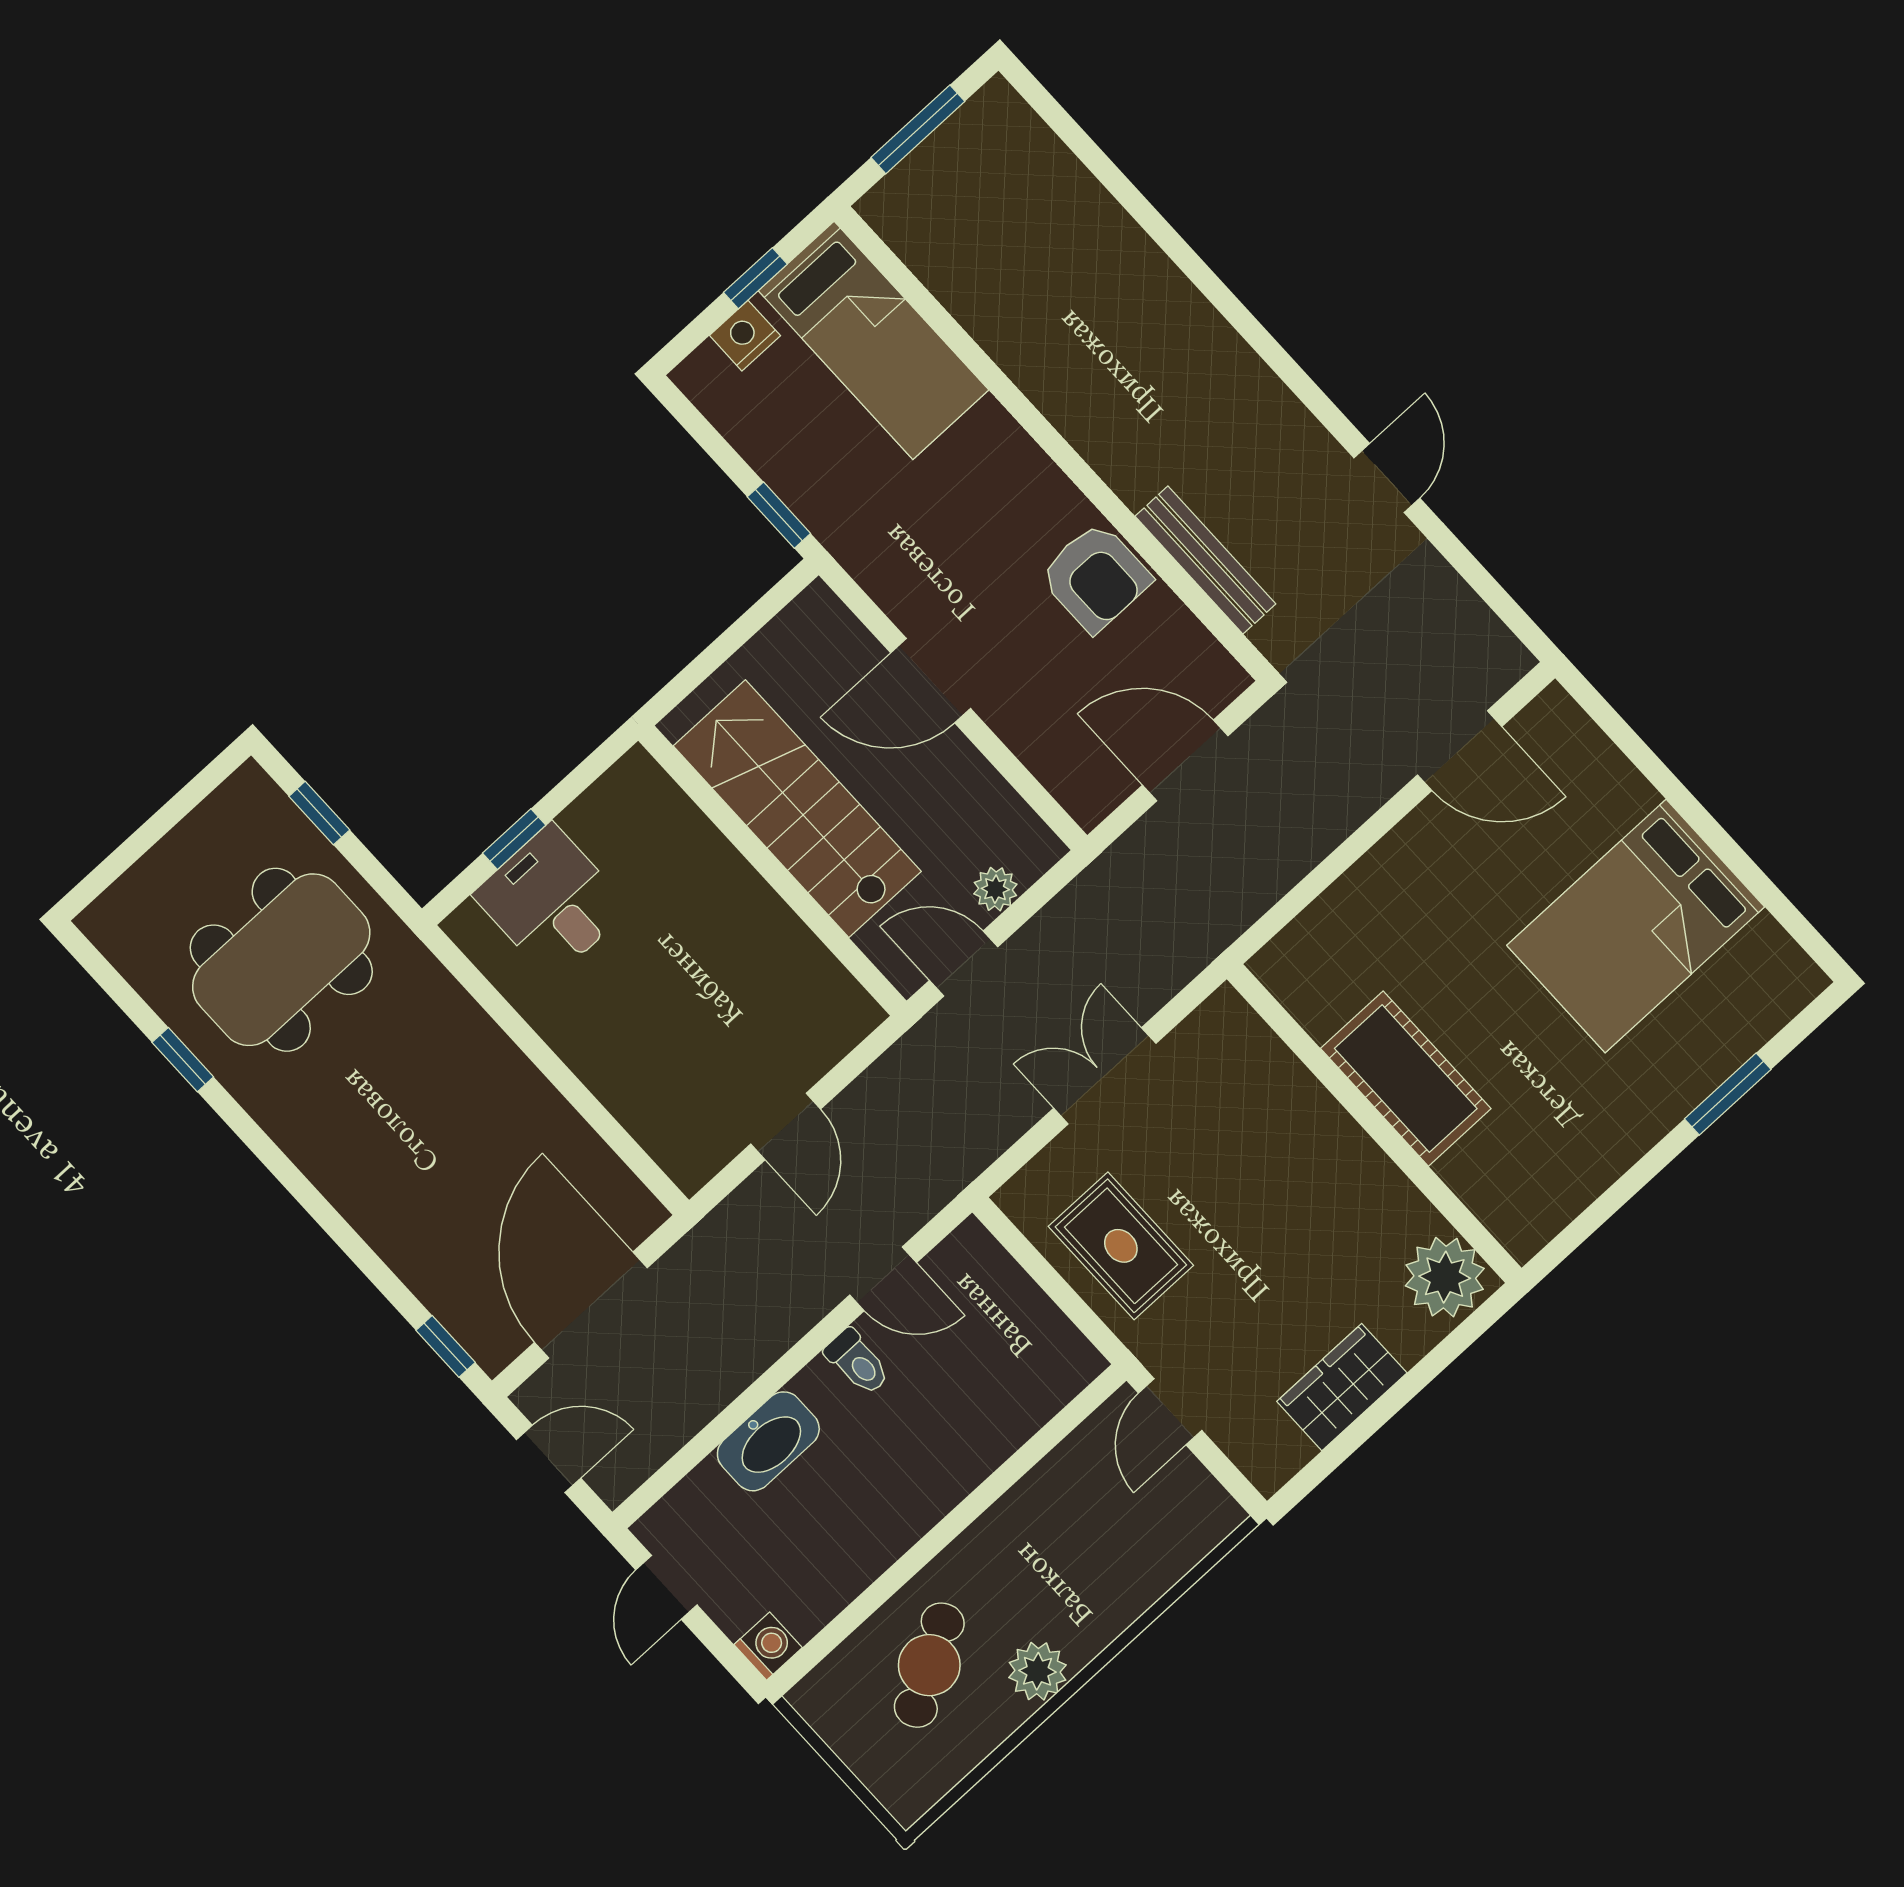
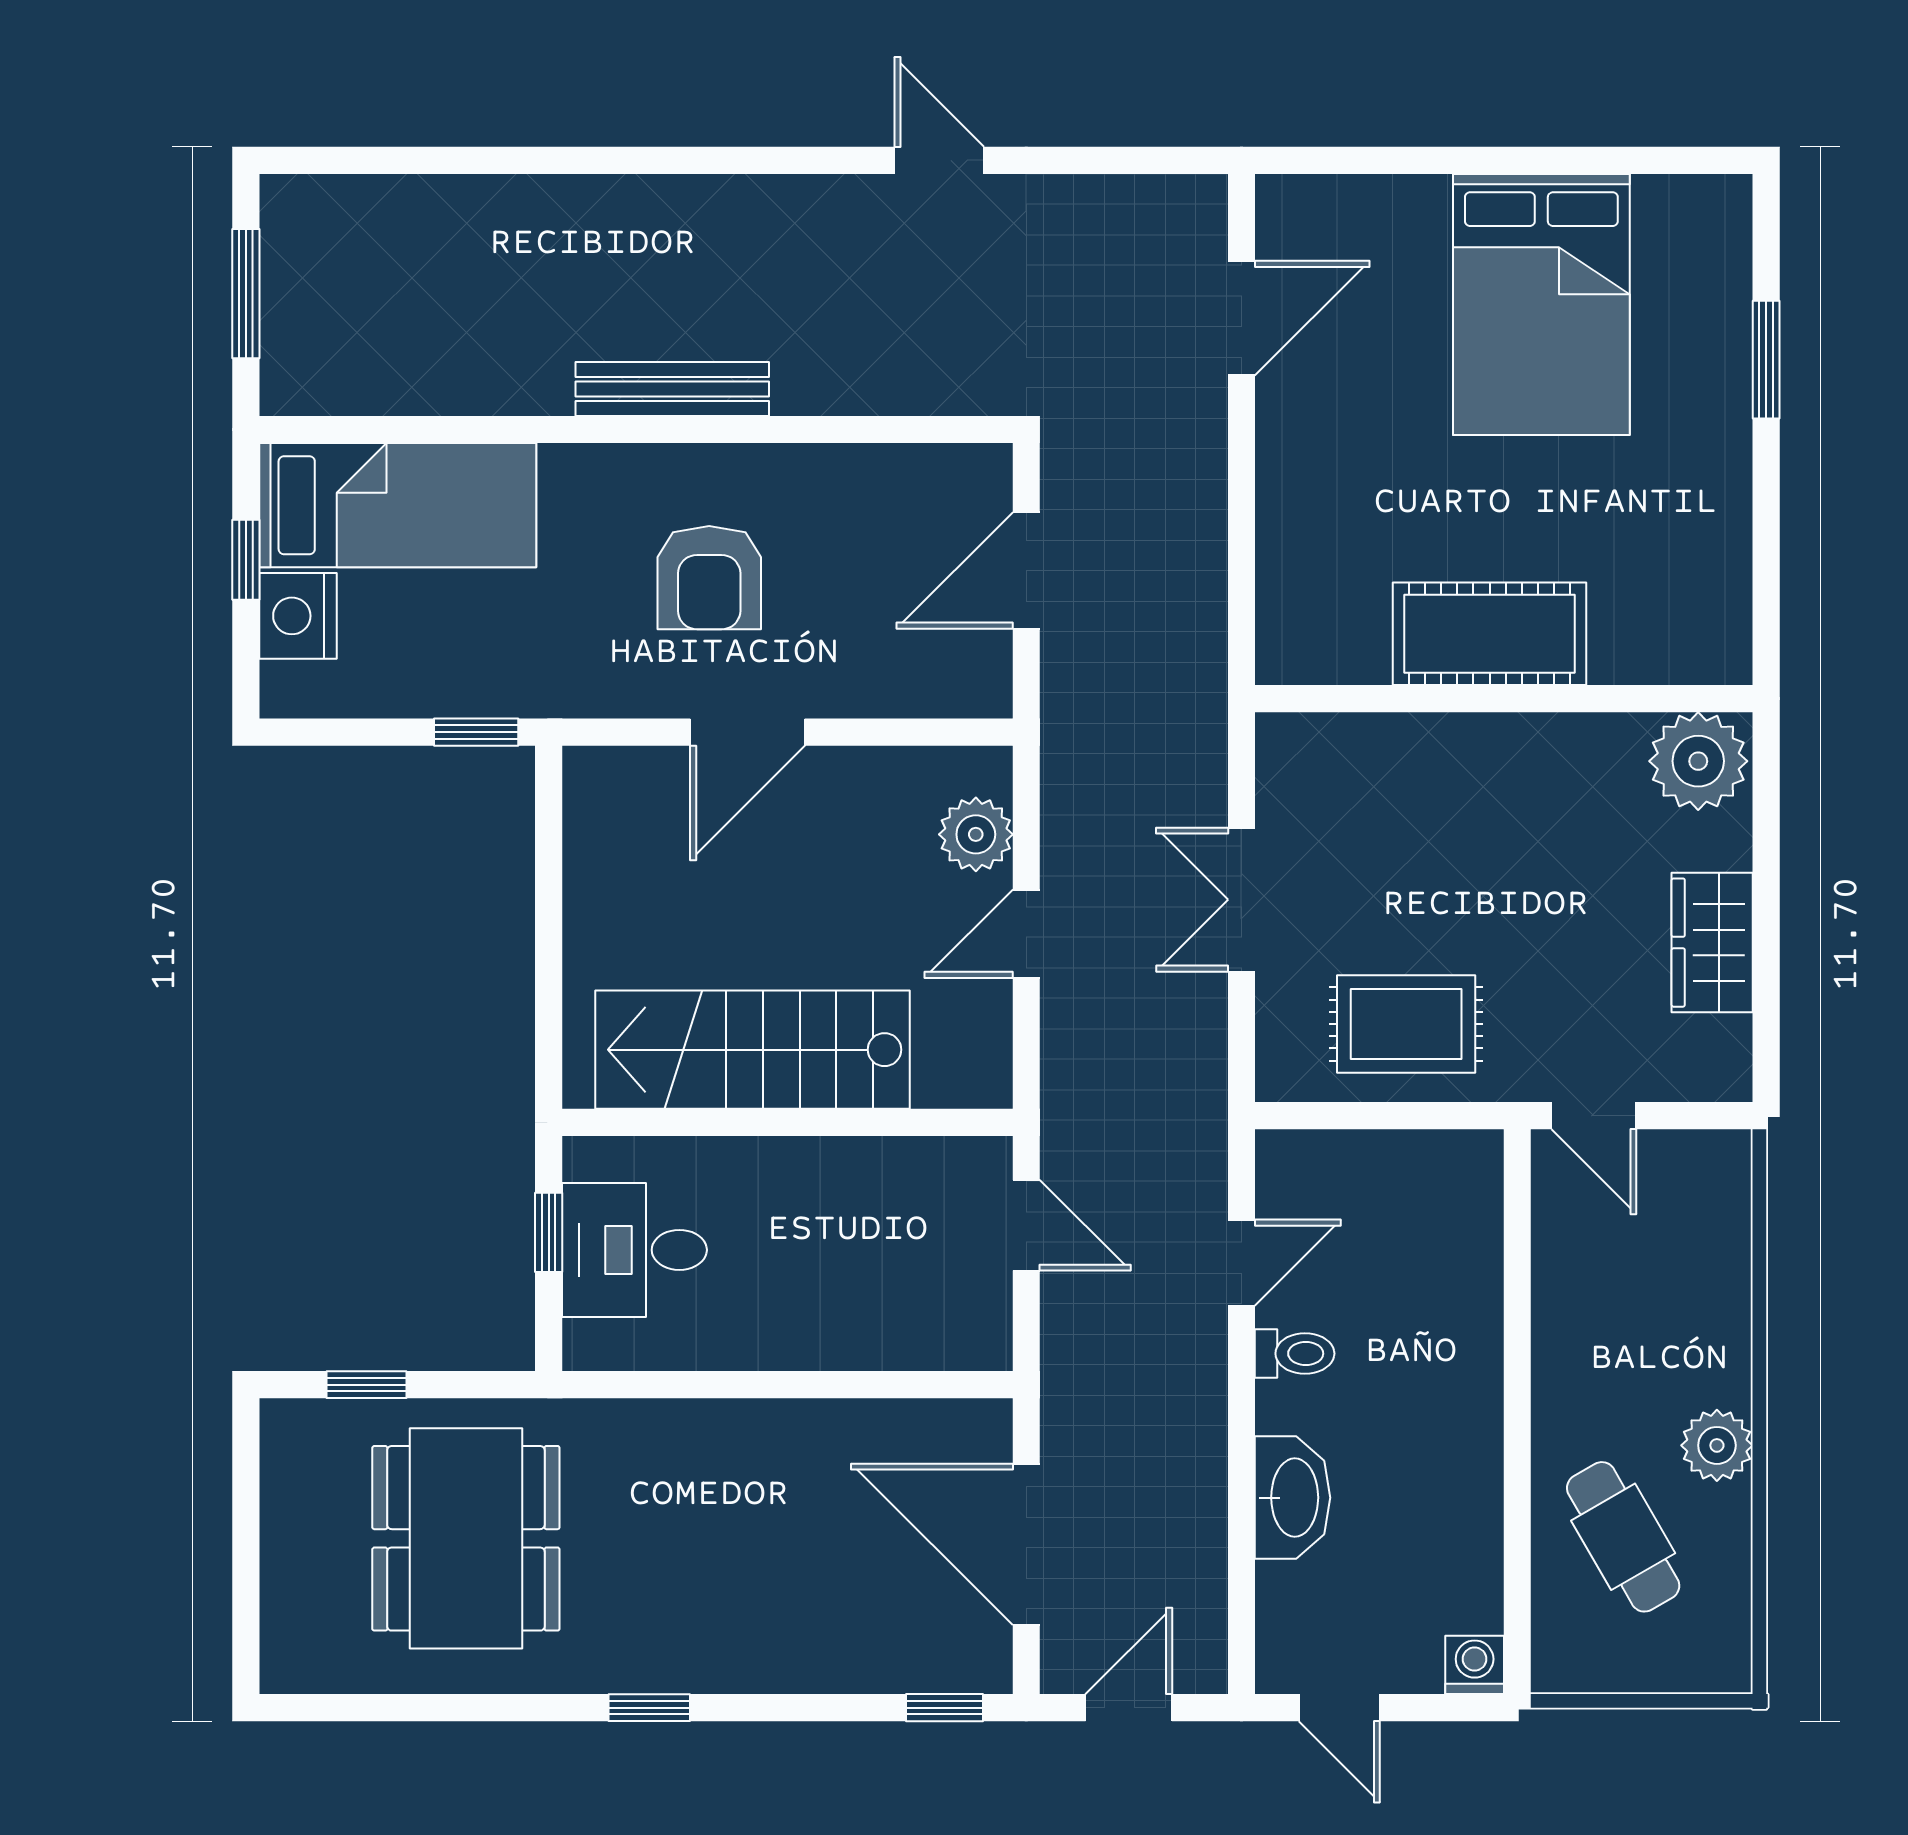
nightstand: (745, 336) -> (298, 616), width x1.36, depth x1.33
bench: (1205, 560) -> (672, 389), moved
armchair: (1095, 577) -> (709, 578), moved, turned 90
stairs: (797, 809) -> (752, 1050), moved
wall: (772, 871) -> (787, 1122), moved
plant: (995, 889) -> (976, 834), width x1.38, depth x1.38
window: (183, 1060) -> (649, 1708), moved

